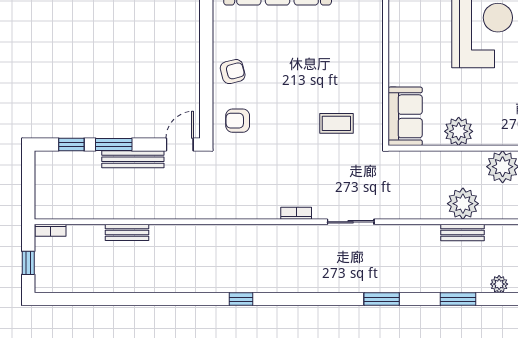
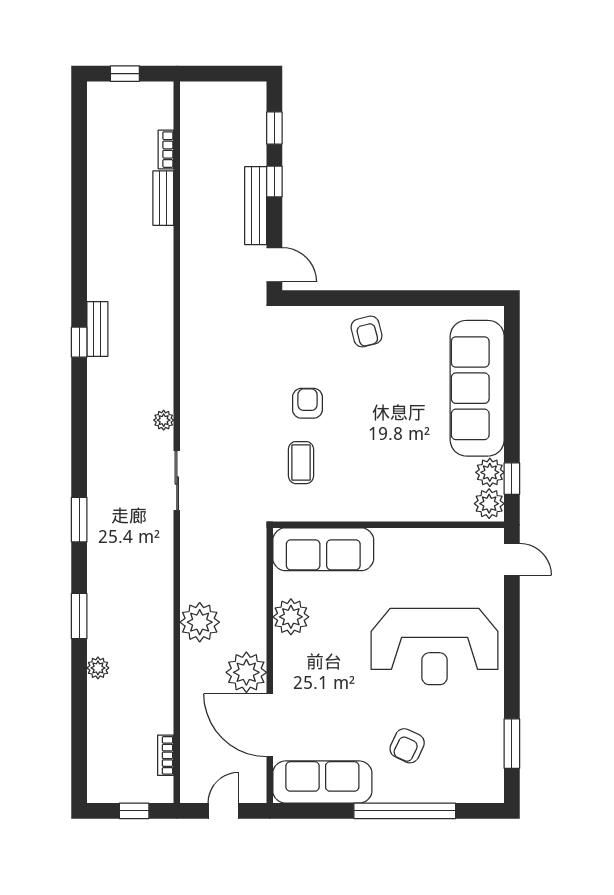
sofa: (405, 116) -> (323, 549), width x1.36
armchair: (238, 121) -> (307, 403), moved
window: (114, 144) -> (274, 181), width x0.67
bookcase: (296, 213) -> (188, 412), removed
bookcase: (50, 230) -> (166, 150), moved
plant: (303, 232) -> (164, 420), added
bench: (462, 233) -> (97, 329), moved

